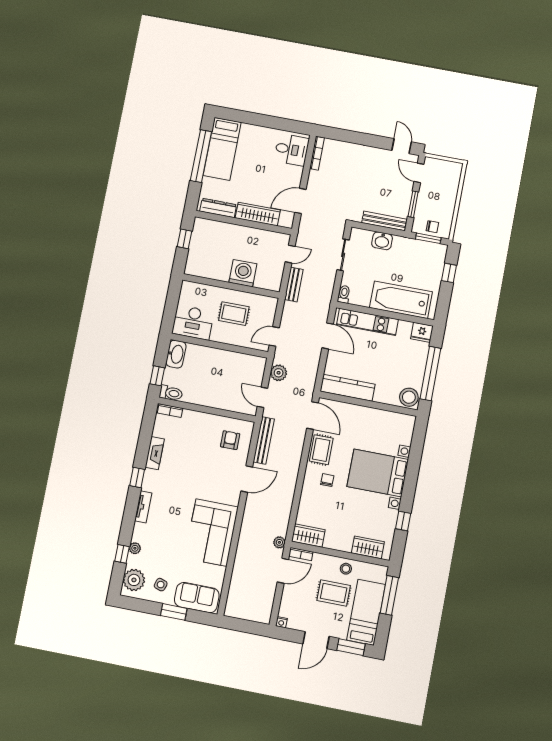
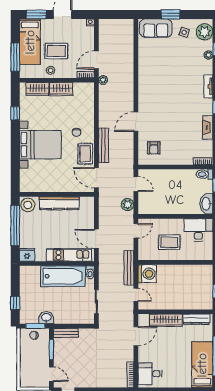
bench: (384, 221) -> (66, 333), width x0.73
washbasin: (382, 241) -> (46, 318), moved
door: (290, 254) -> (136, 295), swing flipped
washing machine: (243, 273) -> (147, 274), moved, turned -90
bench: (294, 285) -> (129, 268), width x1.36
bathtub: (401, 300) -> (63, 276), moved
kitchen counter: (348, 388) -> (59, 203), moved
bench: (264, 440) -> (103, 145), moved
corner sofa: (211, 533) -> (154, 77), removed
wardrobe: (308, 536) -> (61, 89), moved

